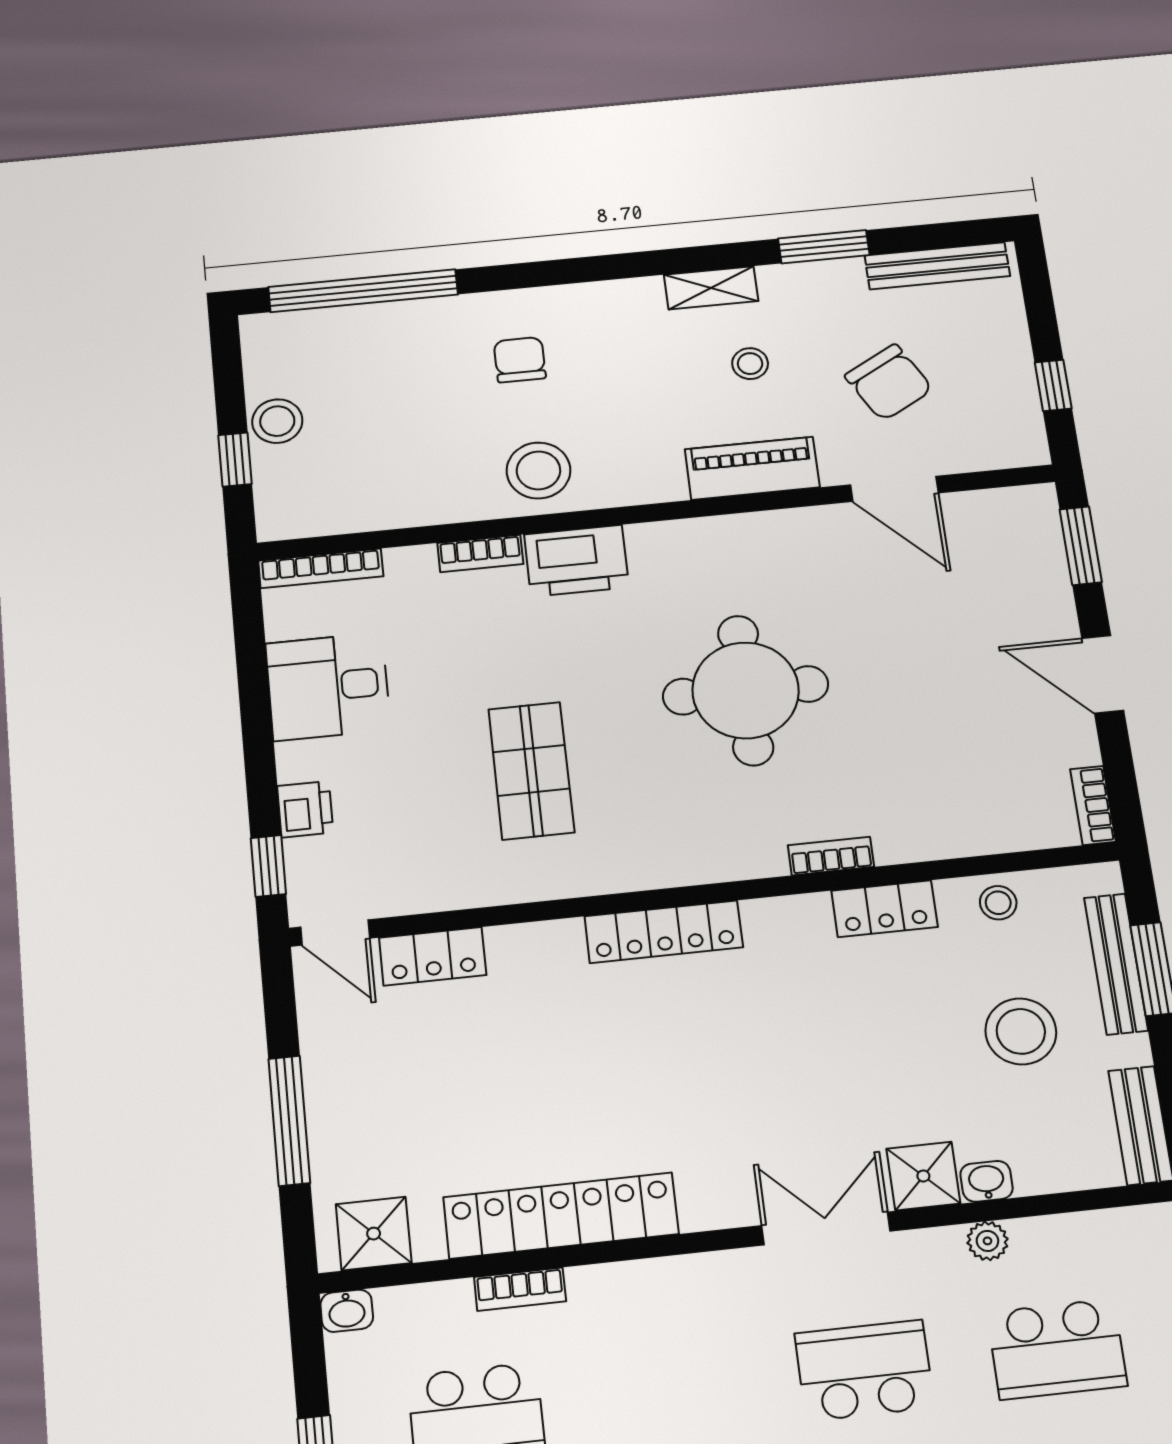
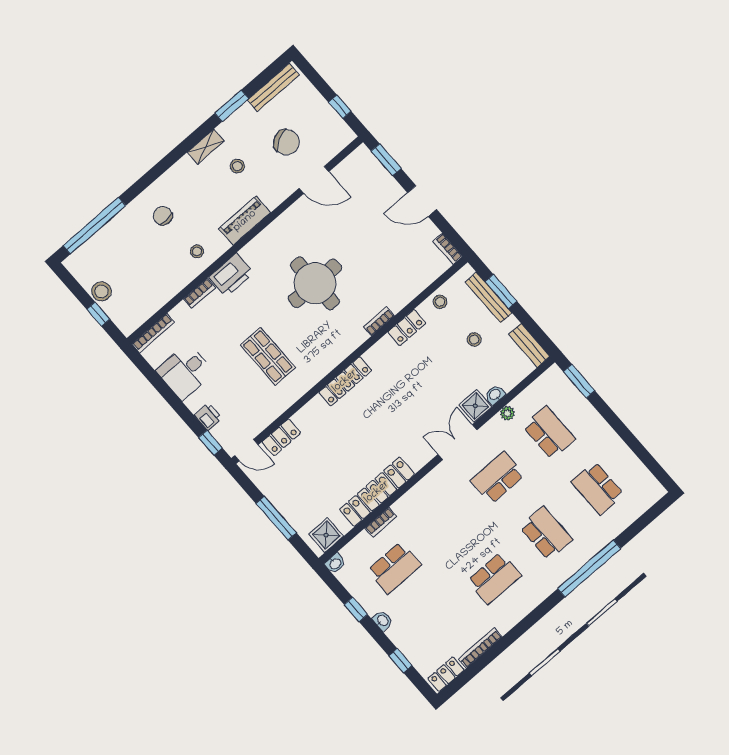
piano: (752, 468) -> (245, 221), moved
stool: (538, 470) -> (197, 251), width x0.53, depth x0.53
stool: (1021, 1031) -> (474, 339), width x0.53, depth x0.53
school desk: (1057, 1349) -> (549, 433), turned -90

